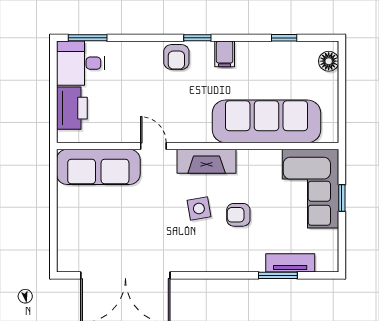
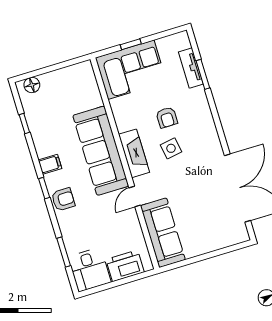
window: (88, 38) -> (64, 252), moved
sofa: (267, 121) -> (101, 151), moved

